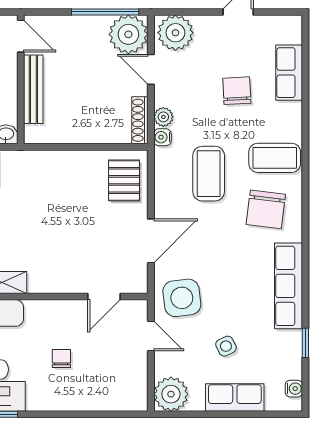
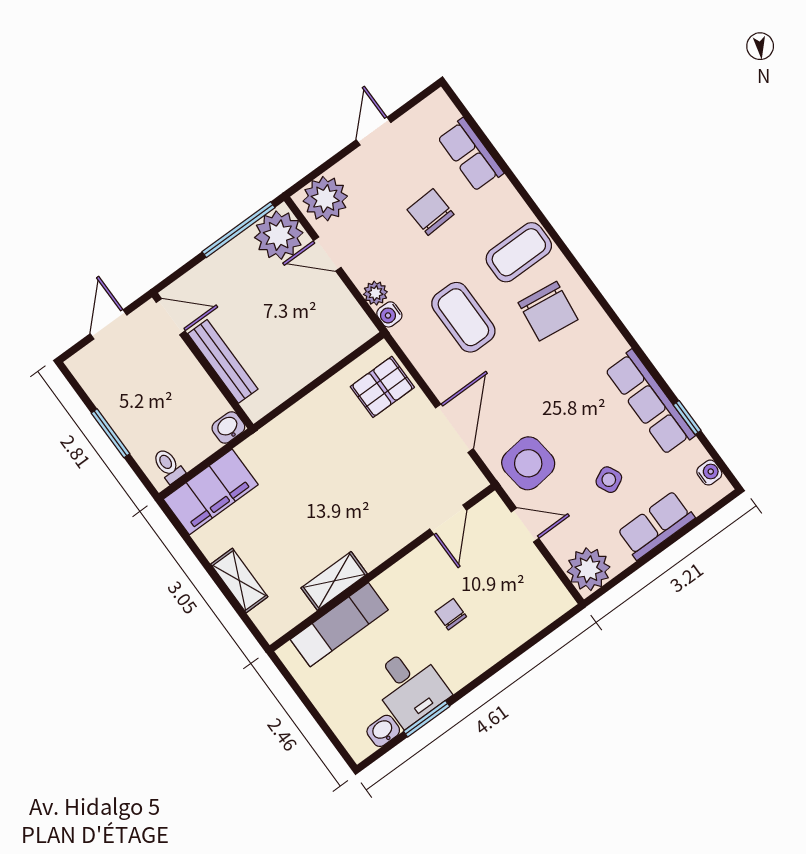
shoe rack: (140, 120) -> (354, 314), removed
pallet: (124, 180) -> (382, 387), turned 90
row of seats: (289, 286) -> (650, 402), moved

